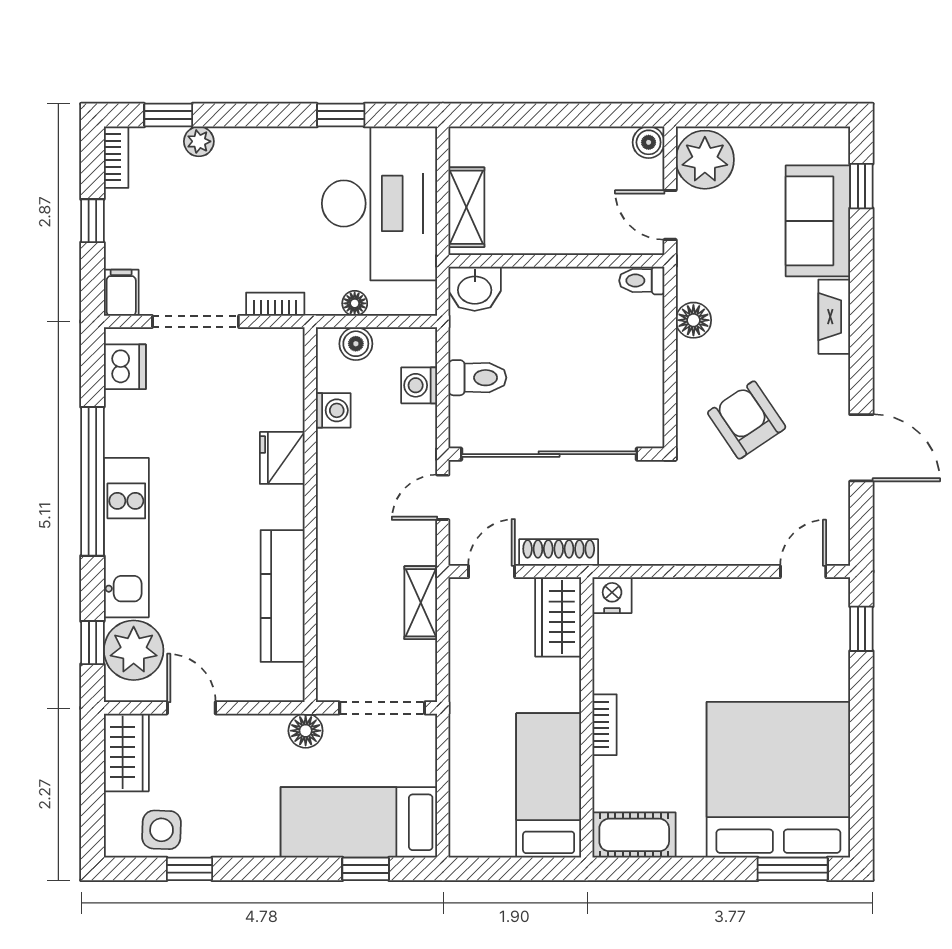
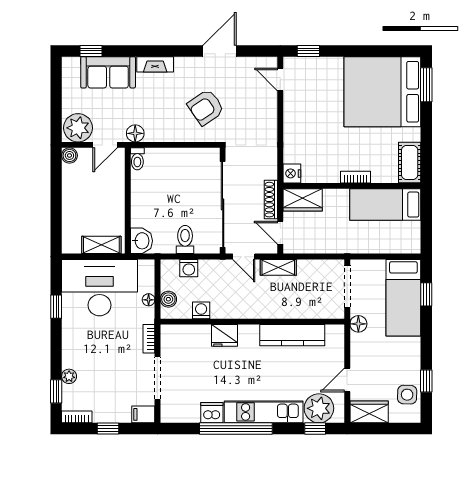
floor lamp: (693, 320) -> (135, 133), moved
dishwasher: (125, 367) -> (212, 413), moved
shelving: (421, 603) -> (278, 267), moved

